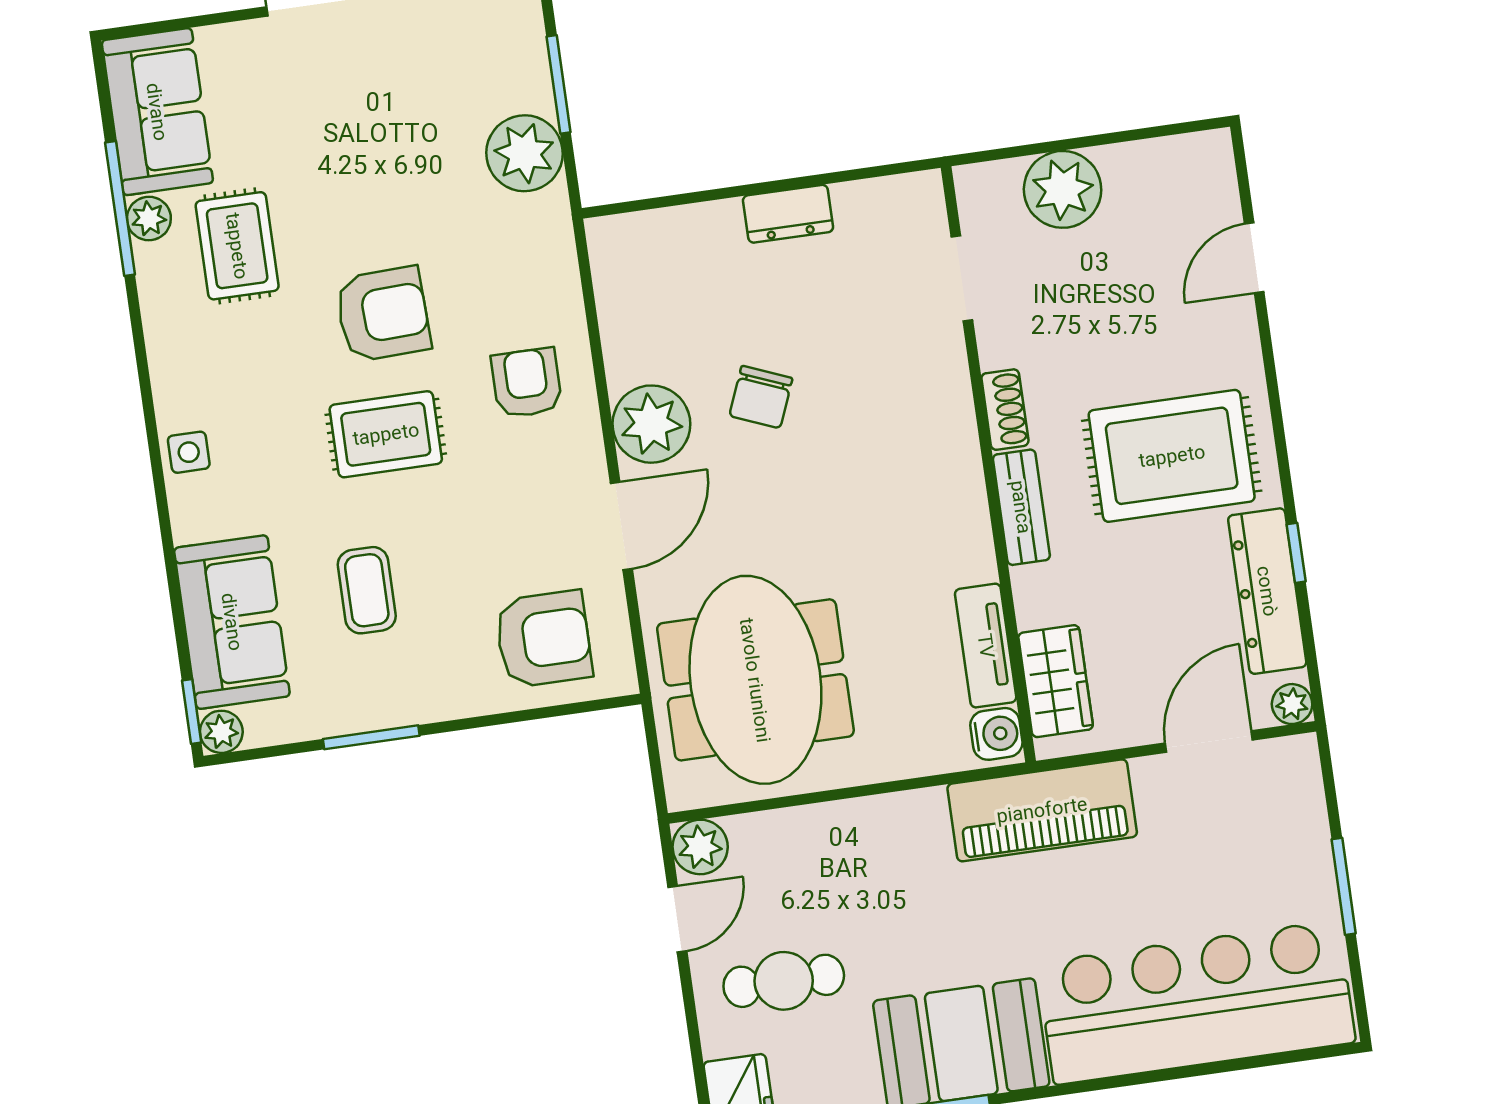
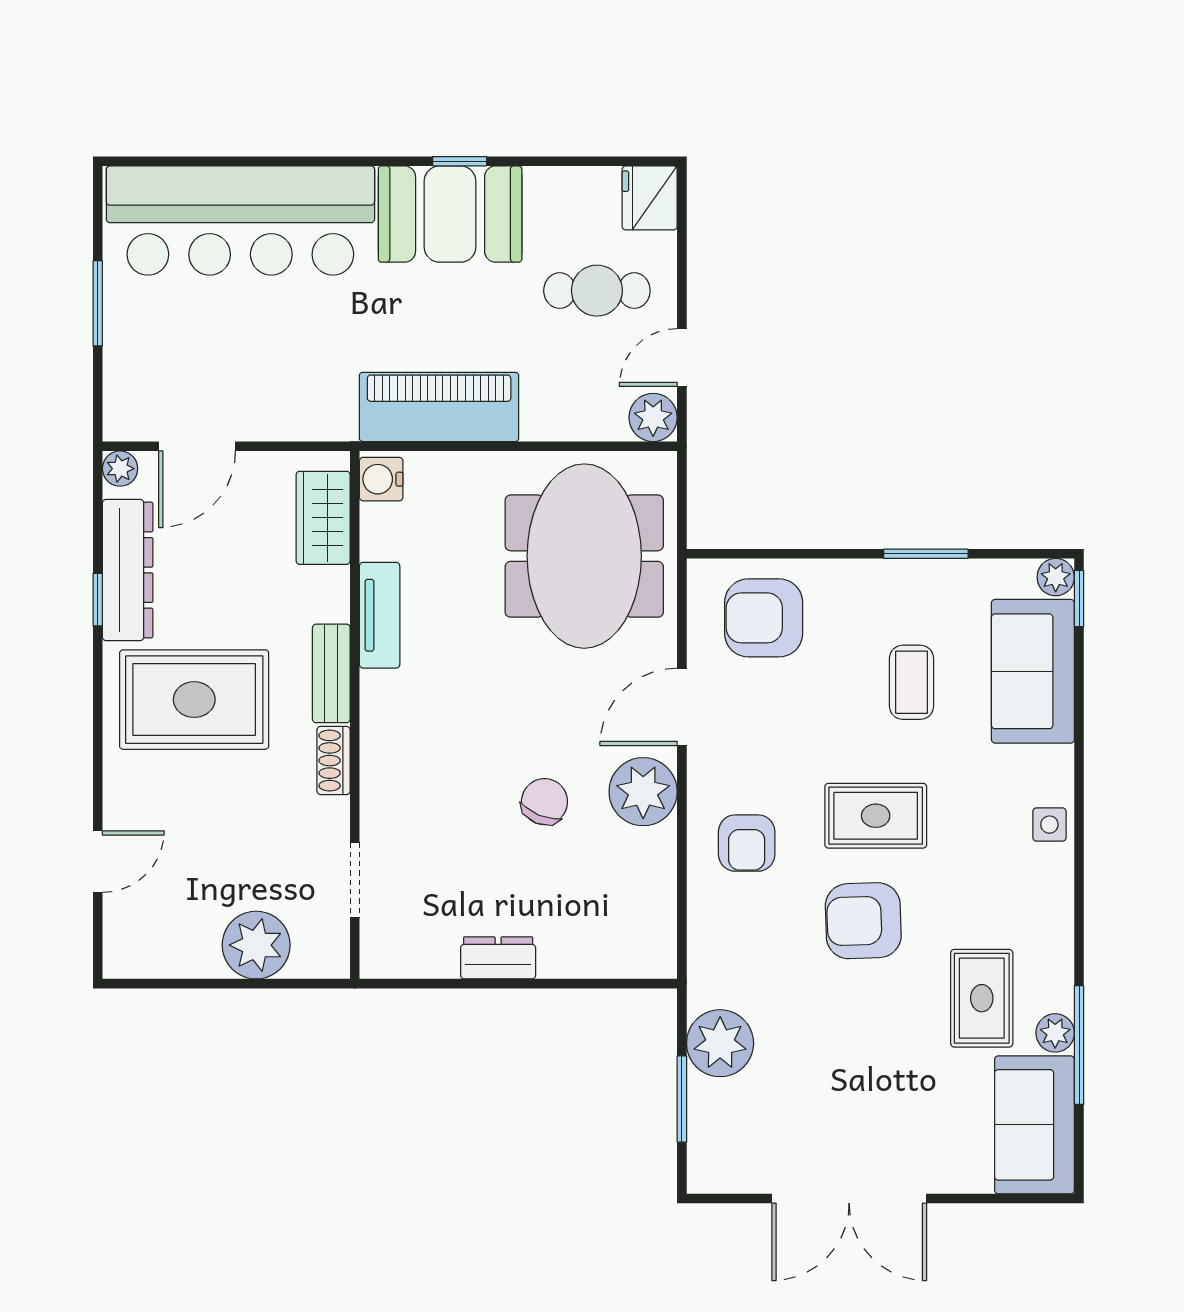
tv unit: (986, 646) -> (380, 615), moved
piano: (1042, 810) -> (439, 407), moved

